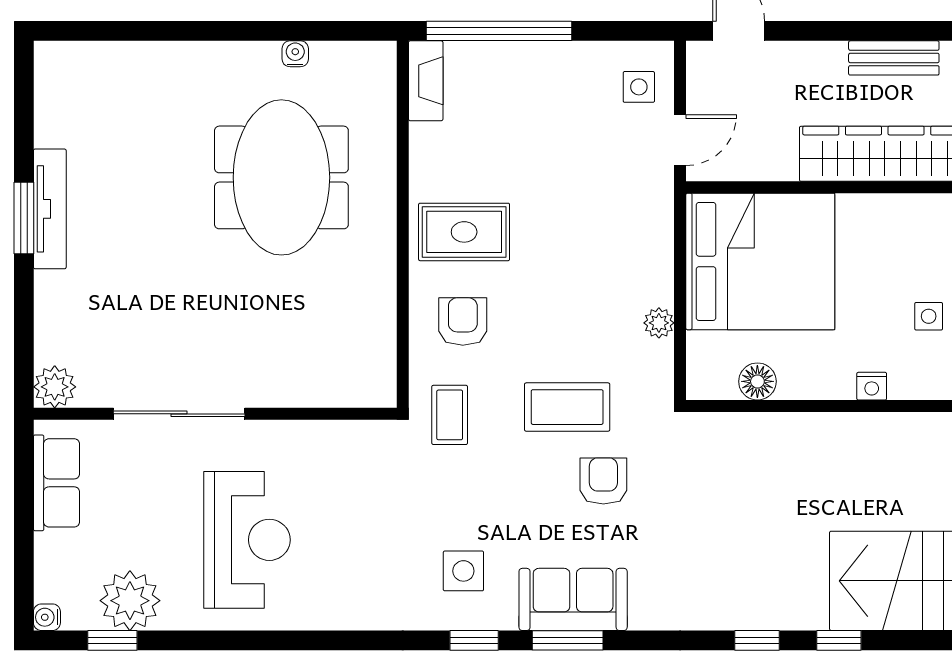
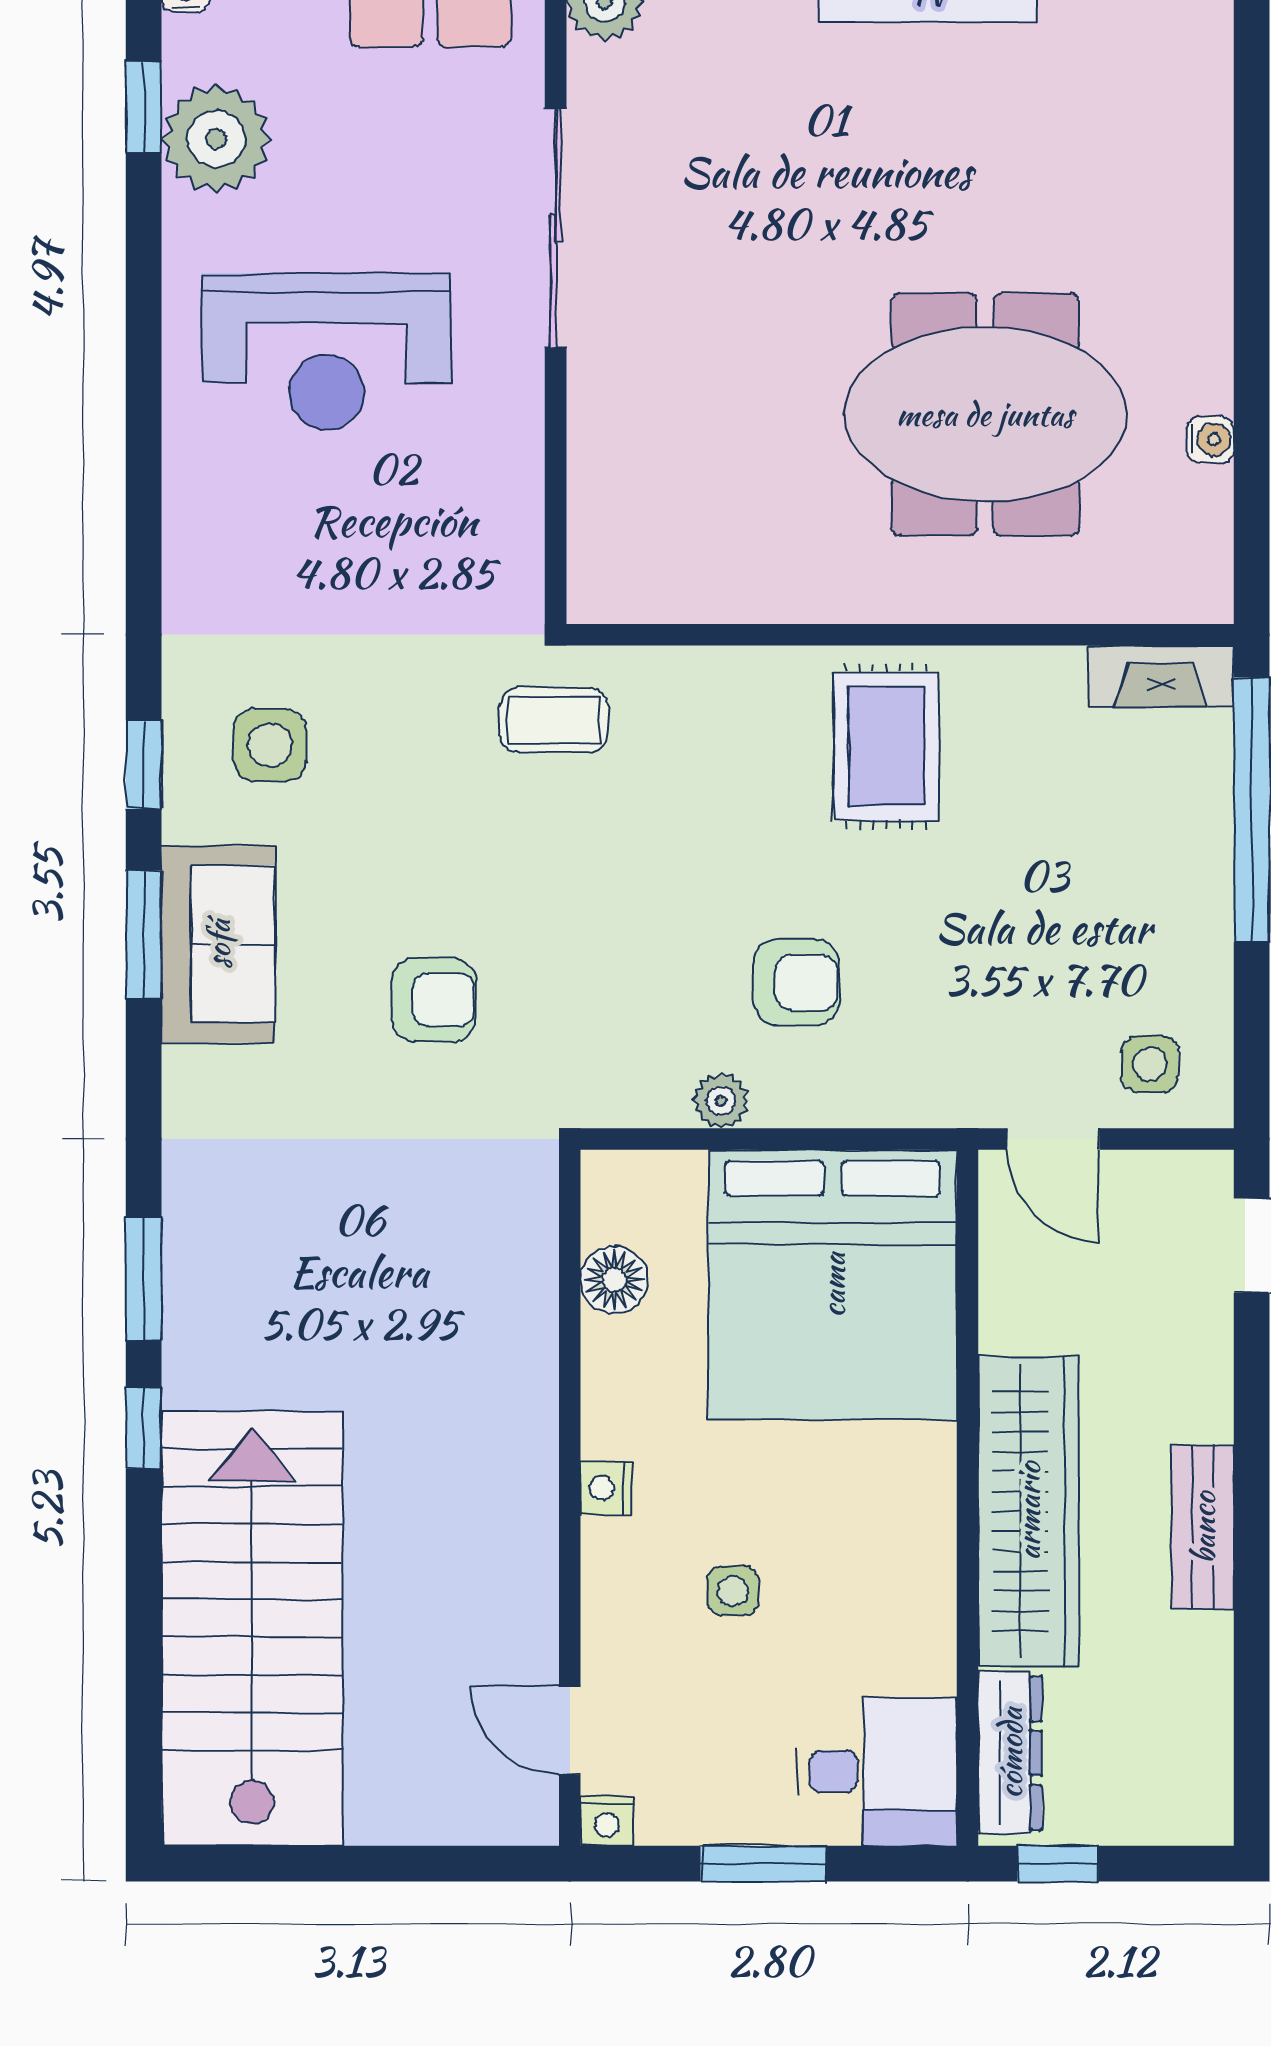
armchair: (463, 322) -> (796, 982), moved
coffee table: (567, 407) -> (568, 934), removed
window: (757, 640) -> (144, 1279), width x1.50

